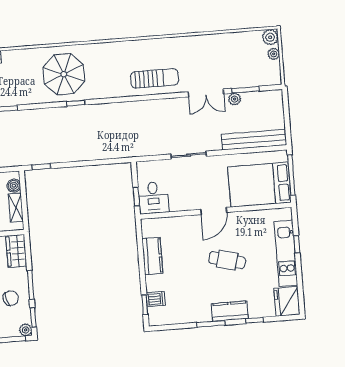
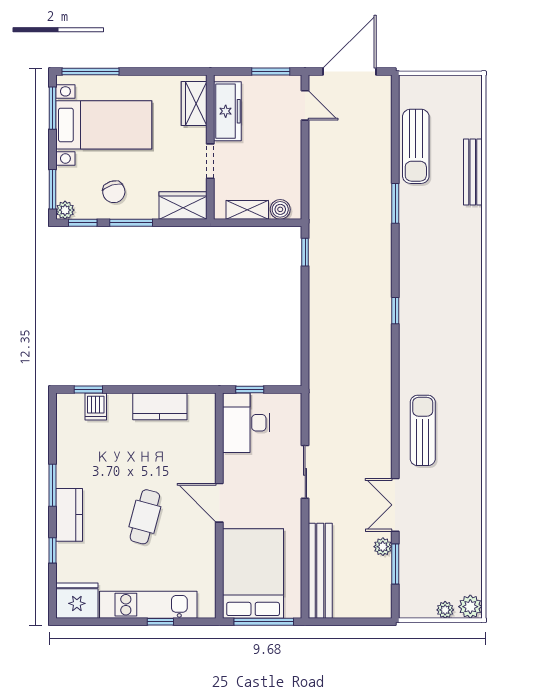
parasol: (64, 74) -> (439, 296), removed
sun lounger: (155, 78) -> (423, 430), turned 180
desk: (153, 198) -> (246, 423), width x1.37

